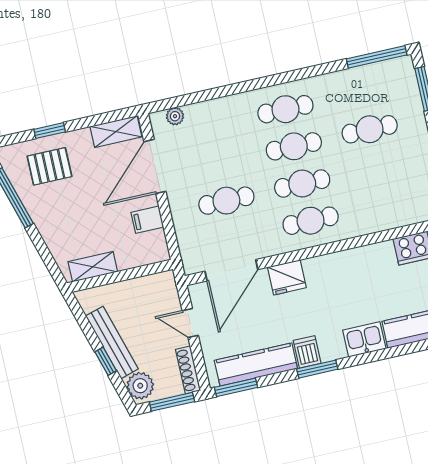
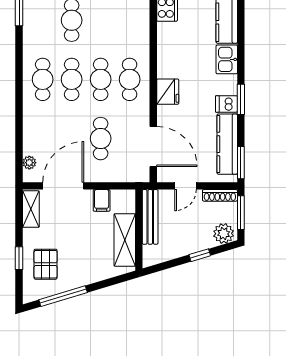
door: (155, 166) -> (63, 186), swing flipped
shelving: (93, 267) -> (125, 240), width x1.50, depth x1.33
fridge: (287, 277) -> (168, 92), moved
bench: (112, 342) -> (150, 217), moved, turned -73

